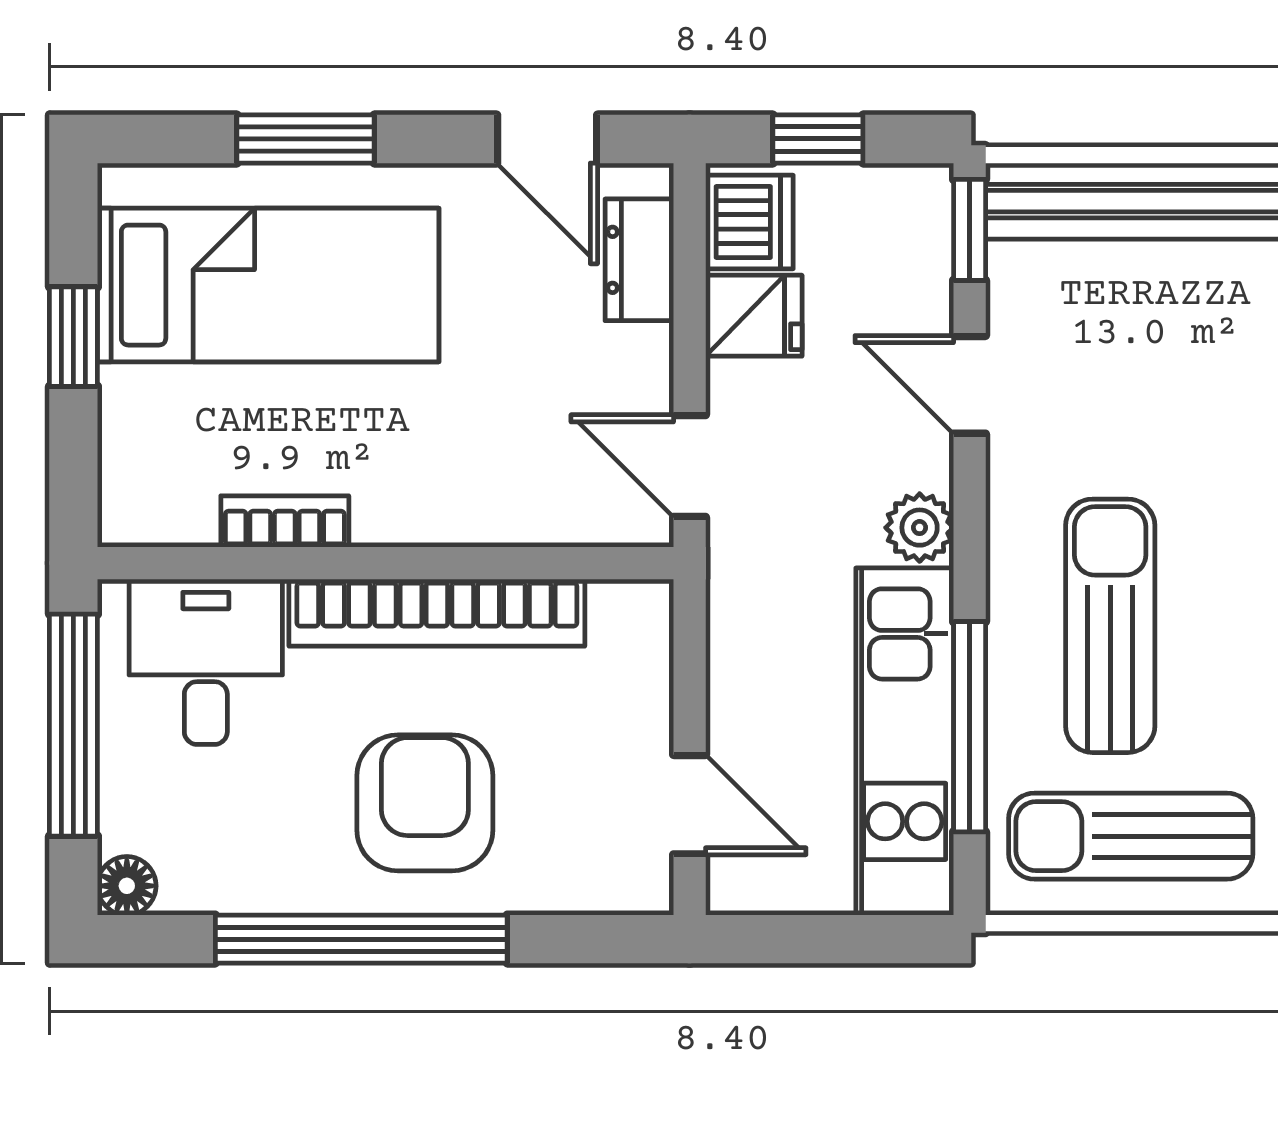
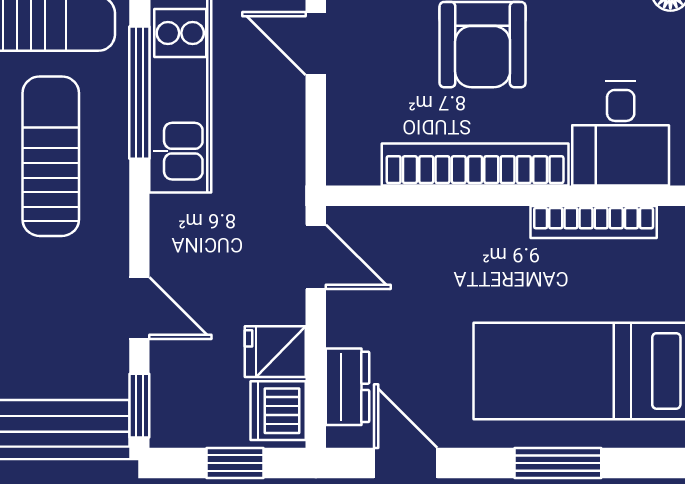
bookcase: (285, 521) -> (594, 222), width x1.56
plant: (920, 528) -> (171, 218), removed
sun lounger: (1110, 626) -> (51, 156), turned 180

